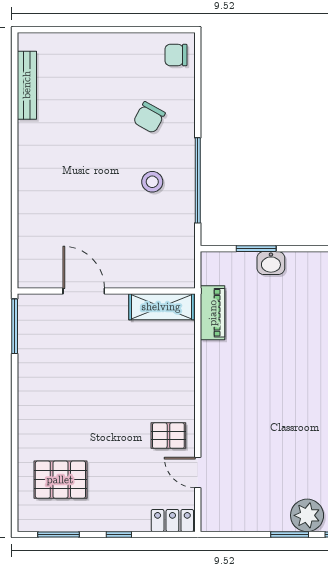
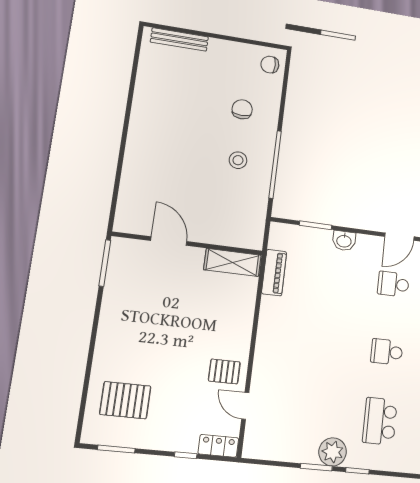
bench: (27, 85) -> (179, 39), moved, turned 90
chair: (149, 117) -> (242, 109), turned 151
washbasin: (271, 263) -> (344, 241), moved
window: (119, 534) -> (186, 455), moved

